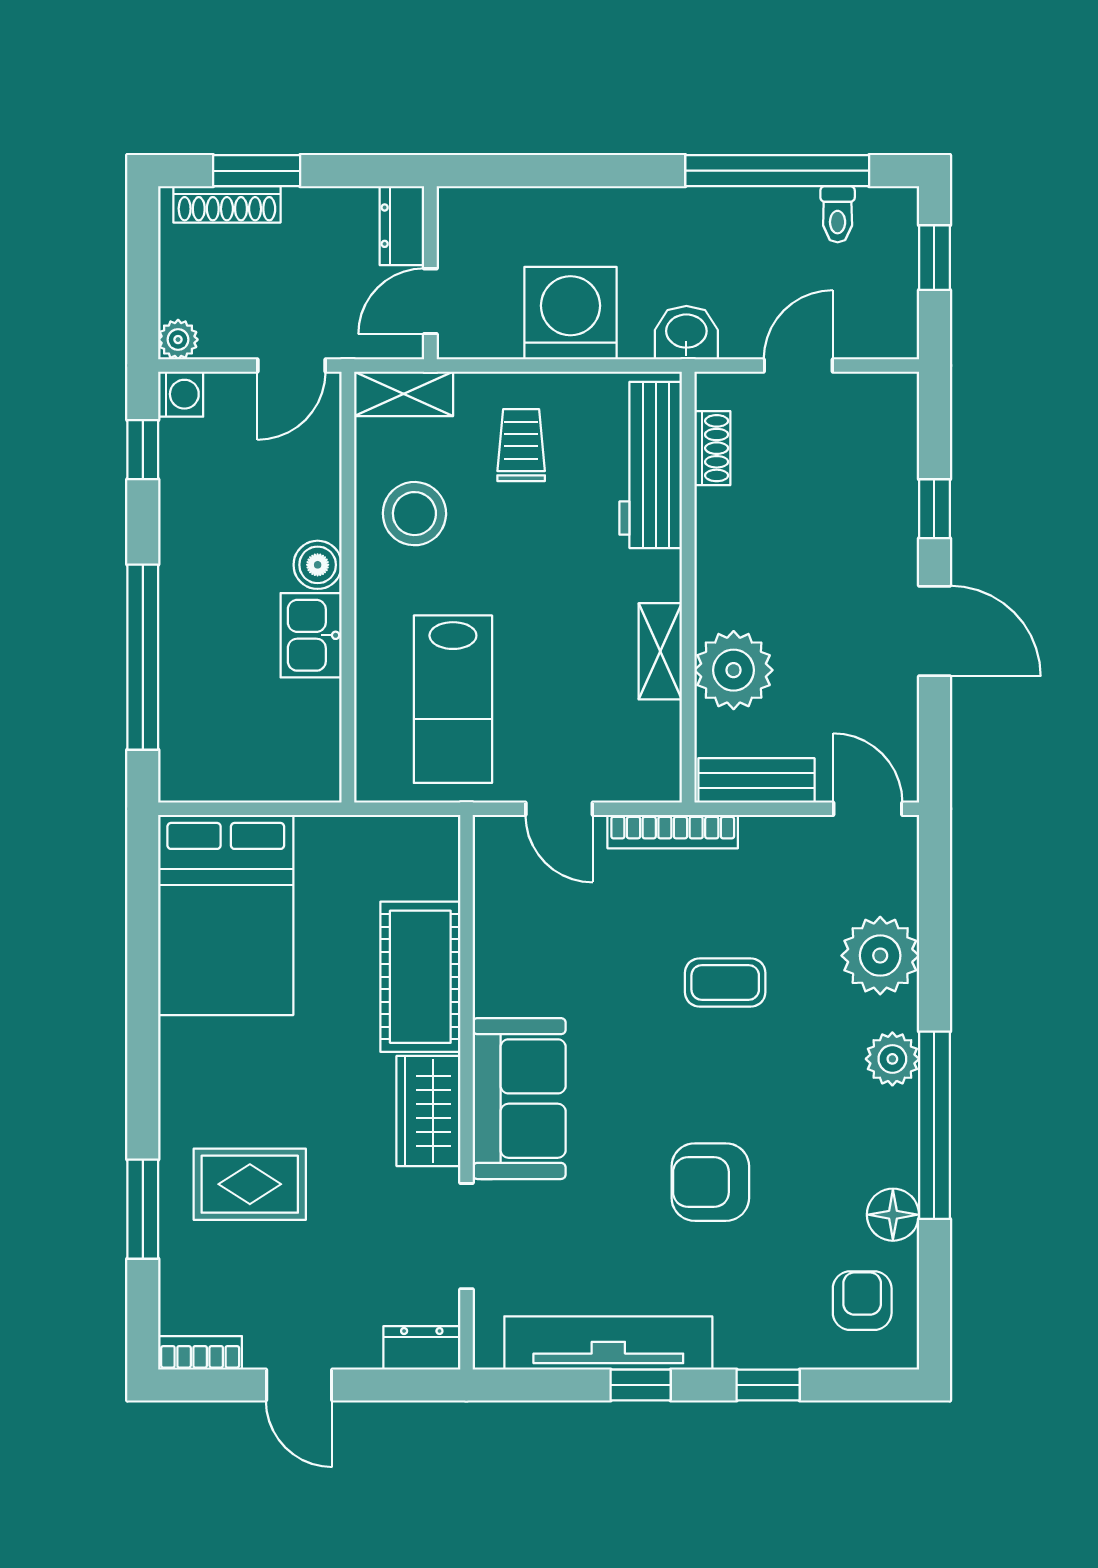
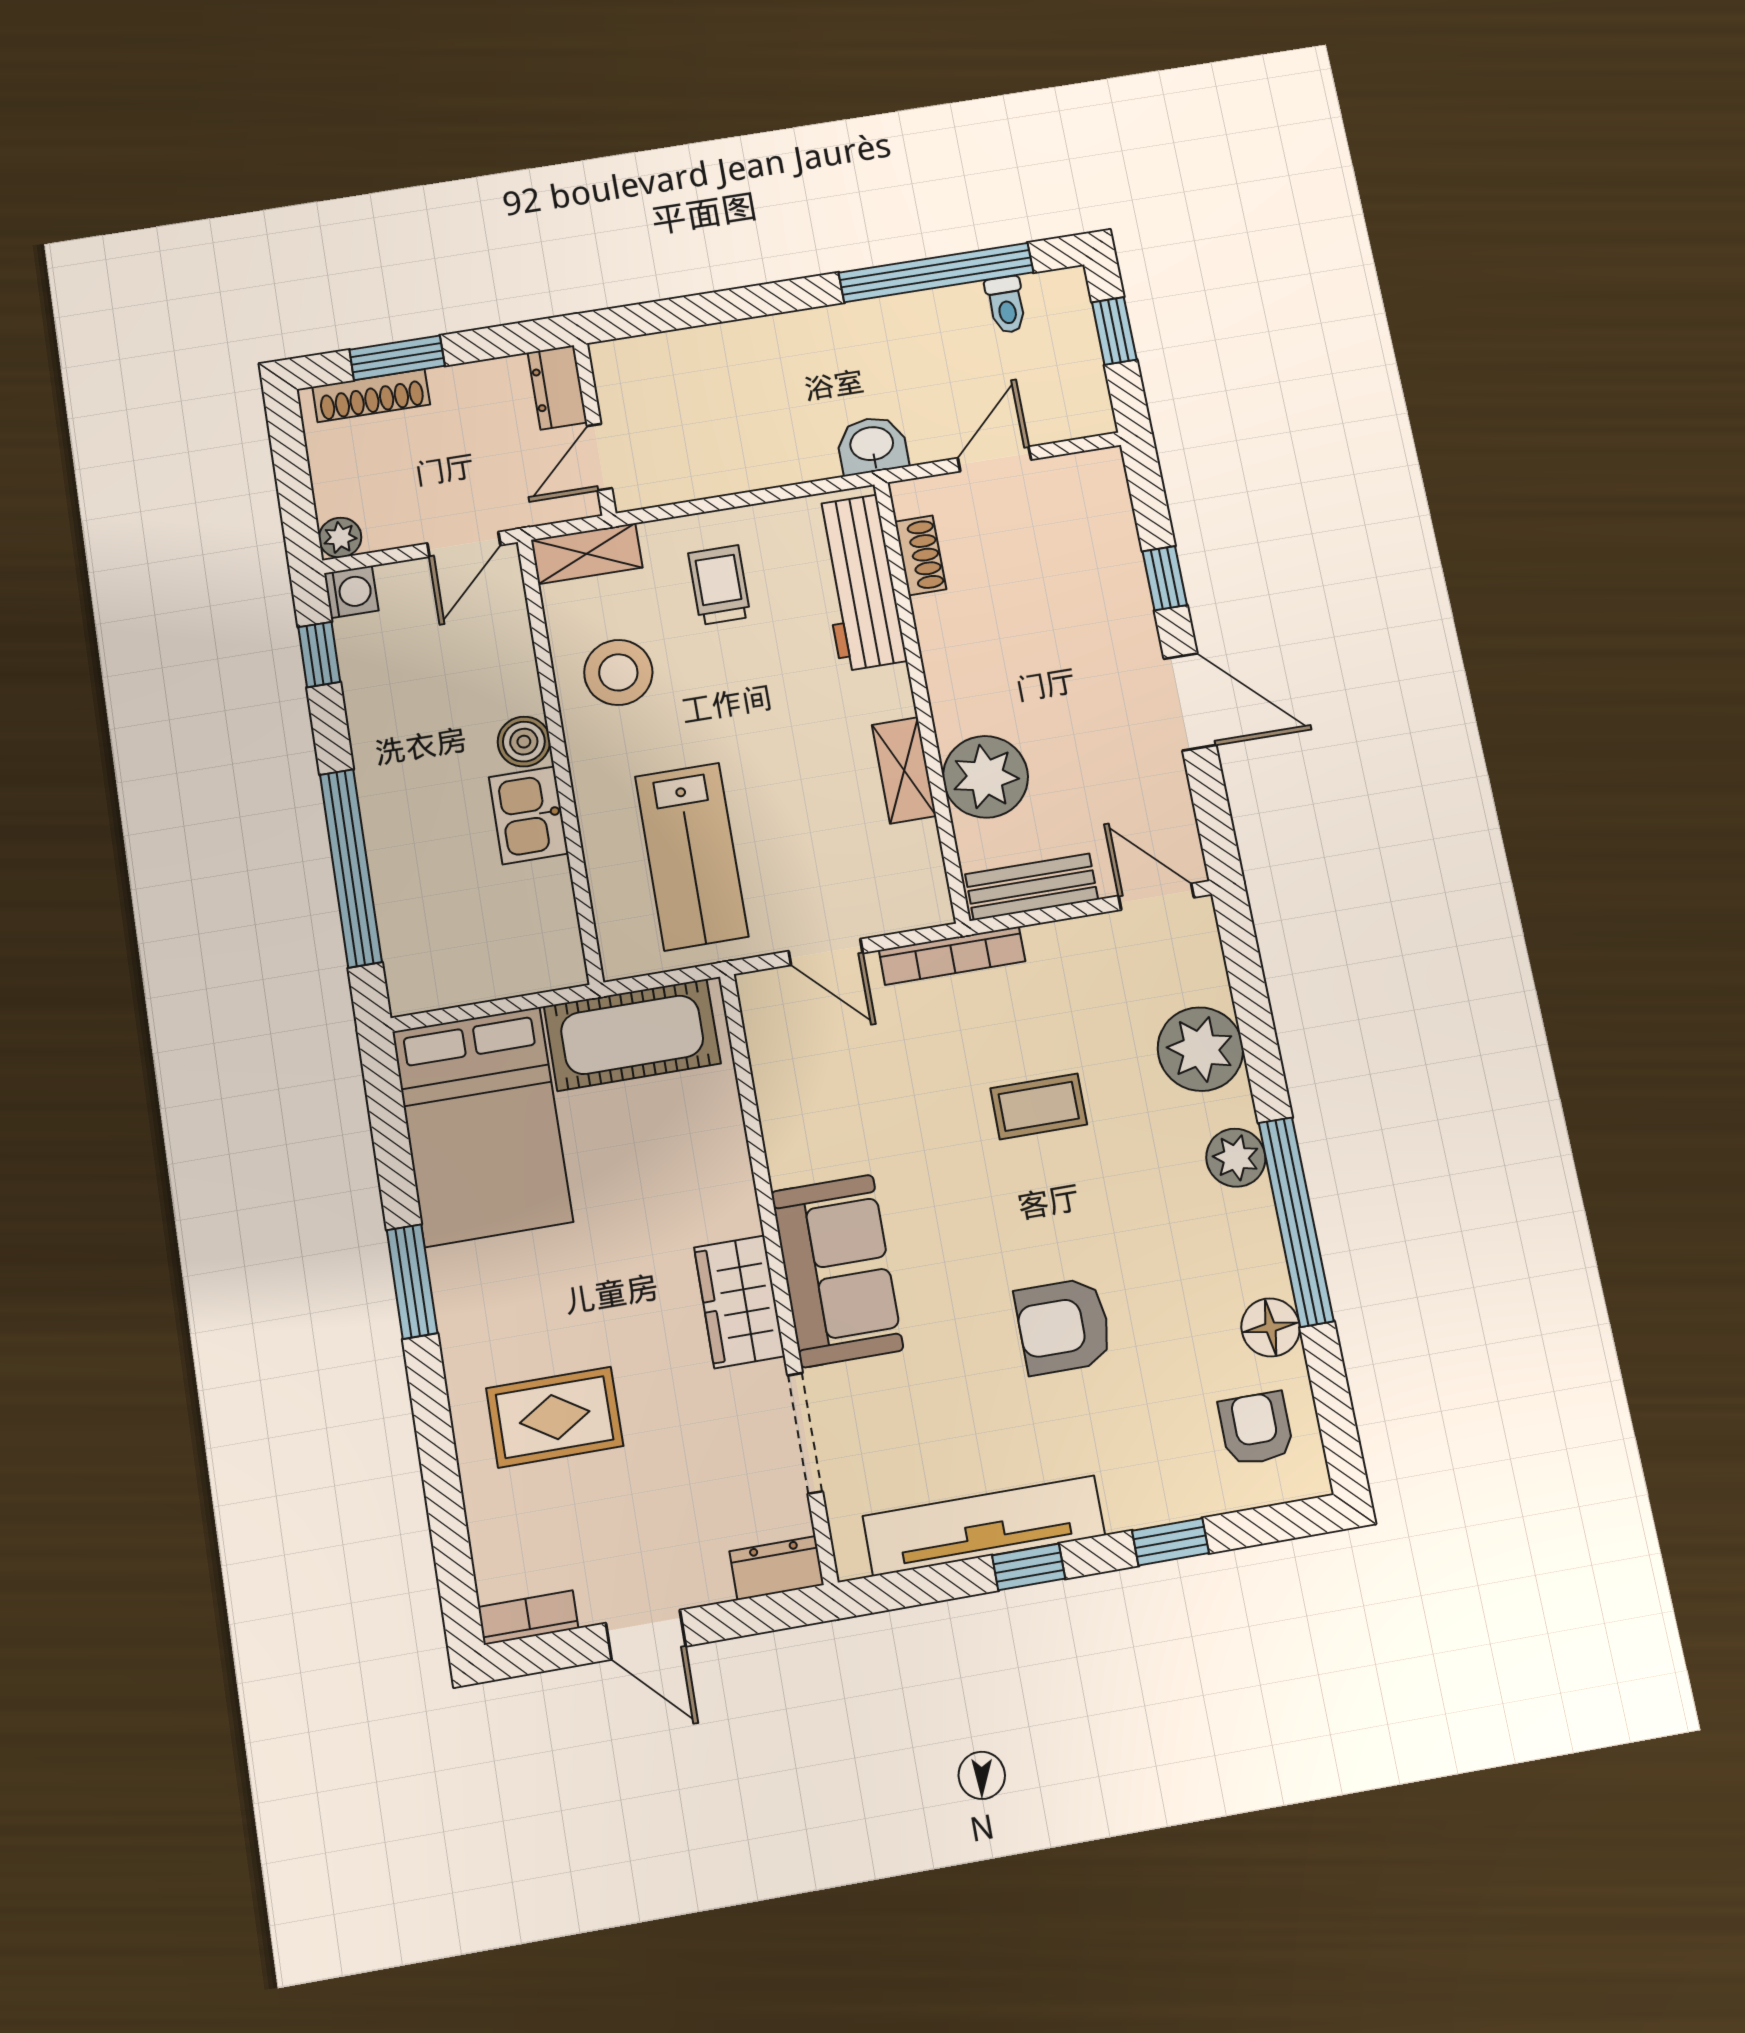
washing machine: (570, 313) -> (748, 445), removed
cot: (420, 977) -> (632, 1035), moved, turned 90
window: (143, 1209) -> (412, 1281), moved

